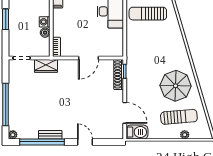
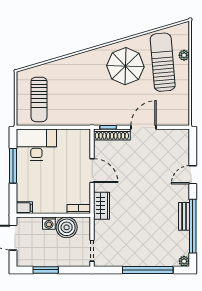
boiler: (45, 33) -> (67, 227), width x1.86, depth x1.86
wardrobe: (46, 66) -> (102, 206), moved
door: (125, 113) -> (144, 127), moved
sun lounger: (179, 117) -> (163, 62), width x1.36, depth x1.34
barbecue: (137, 132) -> (181, 113), removed

